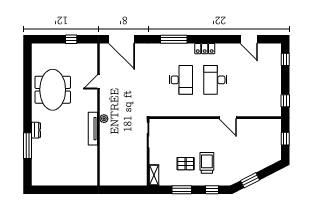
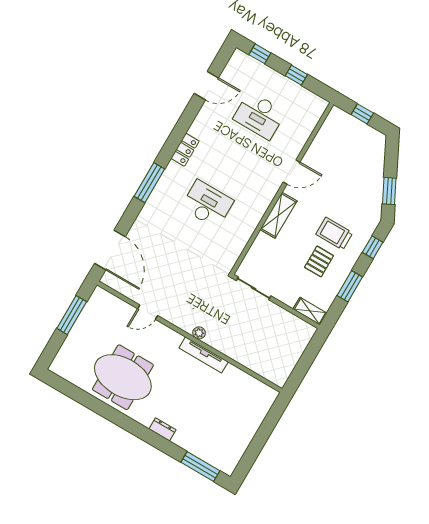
window: (71, 39) -> (72, 315), width x2.17
door: (122, 39) -> (110, 250), hinge flipped
desk: (215, 80) -> (259, 115), moved
door: (98, 82) -> (148, 312), hinge flipped
window: (285, 101) -> (296, 75), moved
shelving: (199, 125) -> (278, 215), added
window: (27, 146) -> (200, 467), moved

